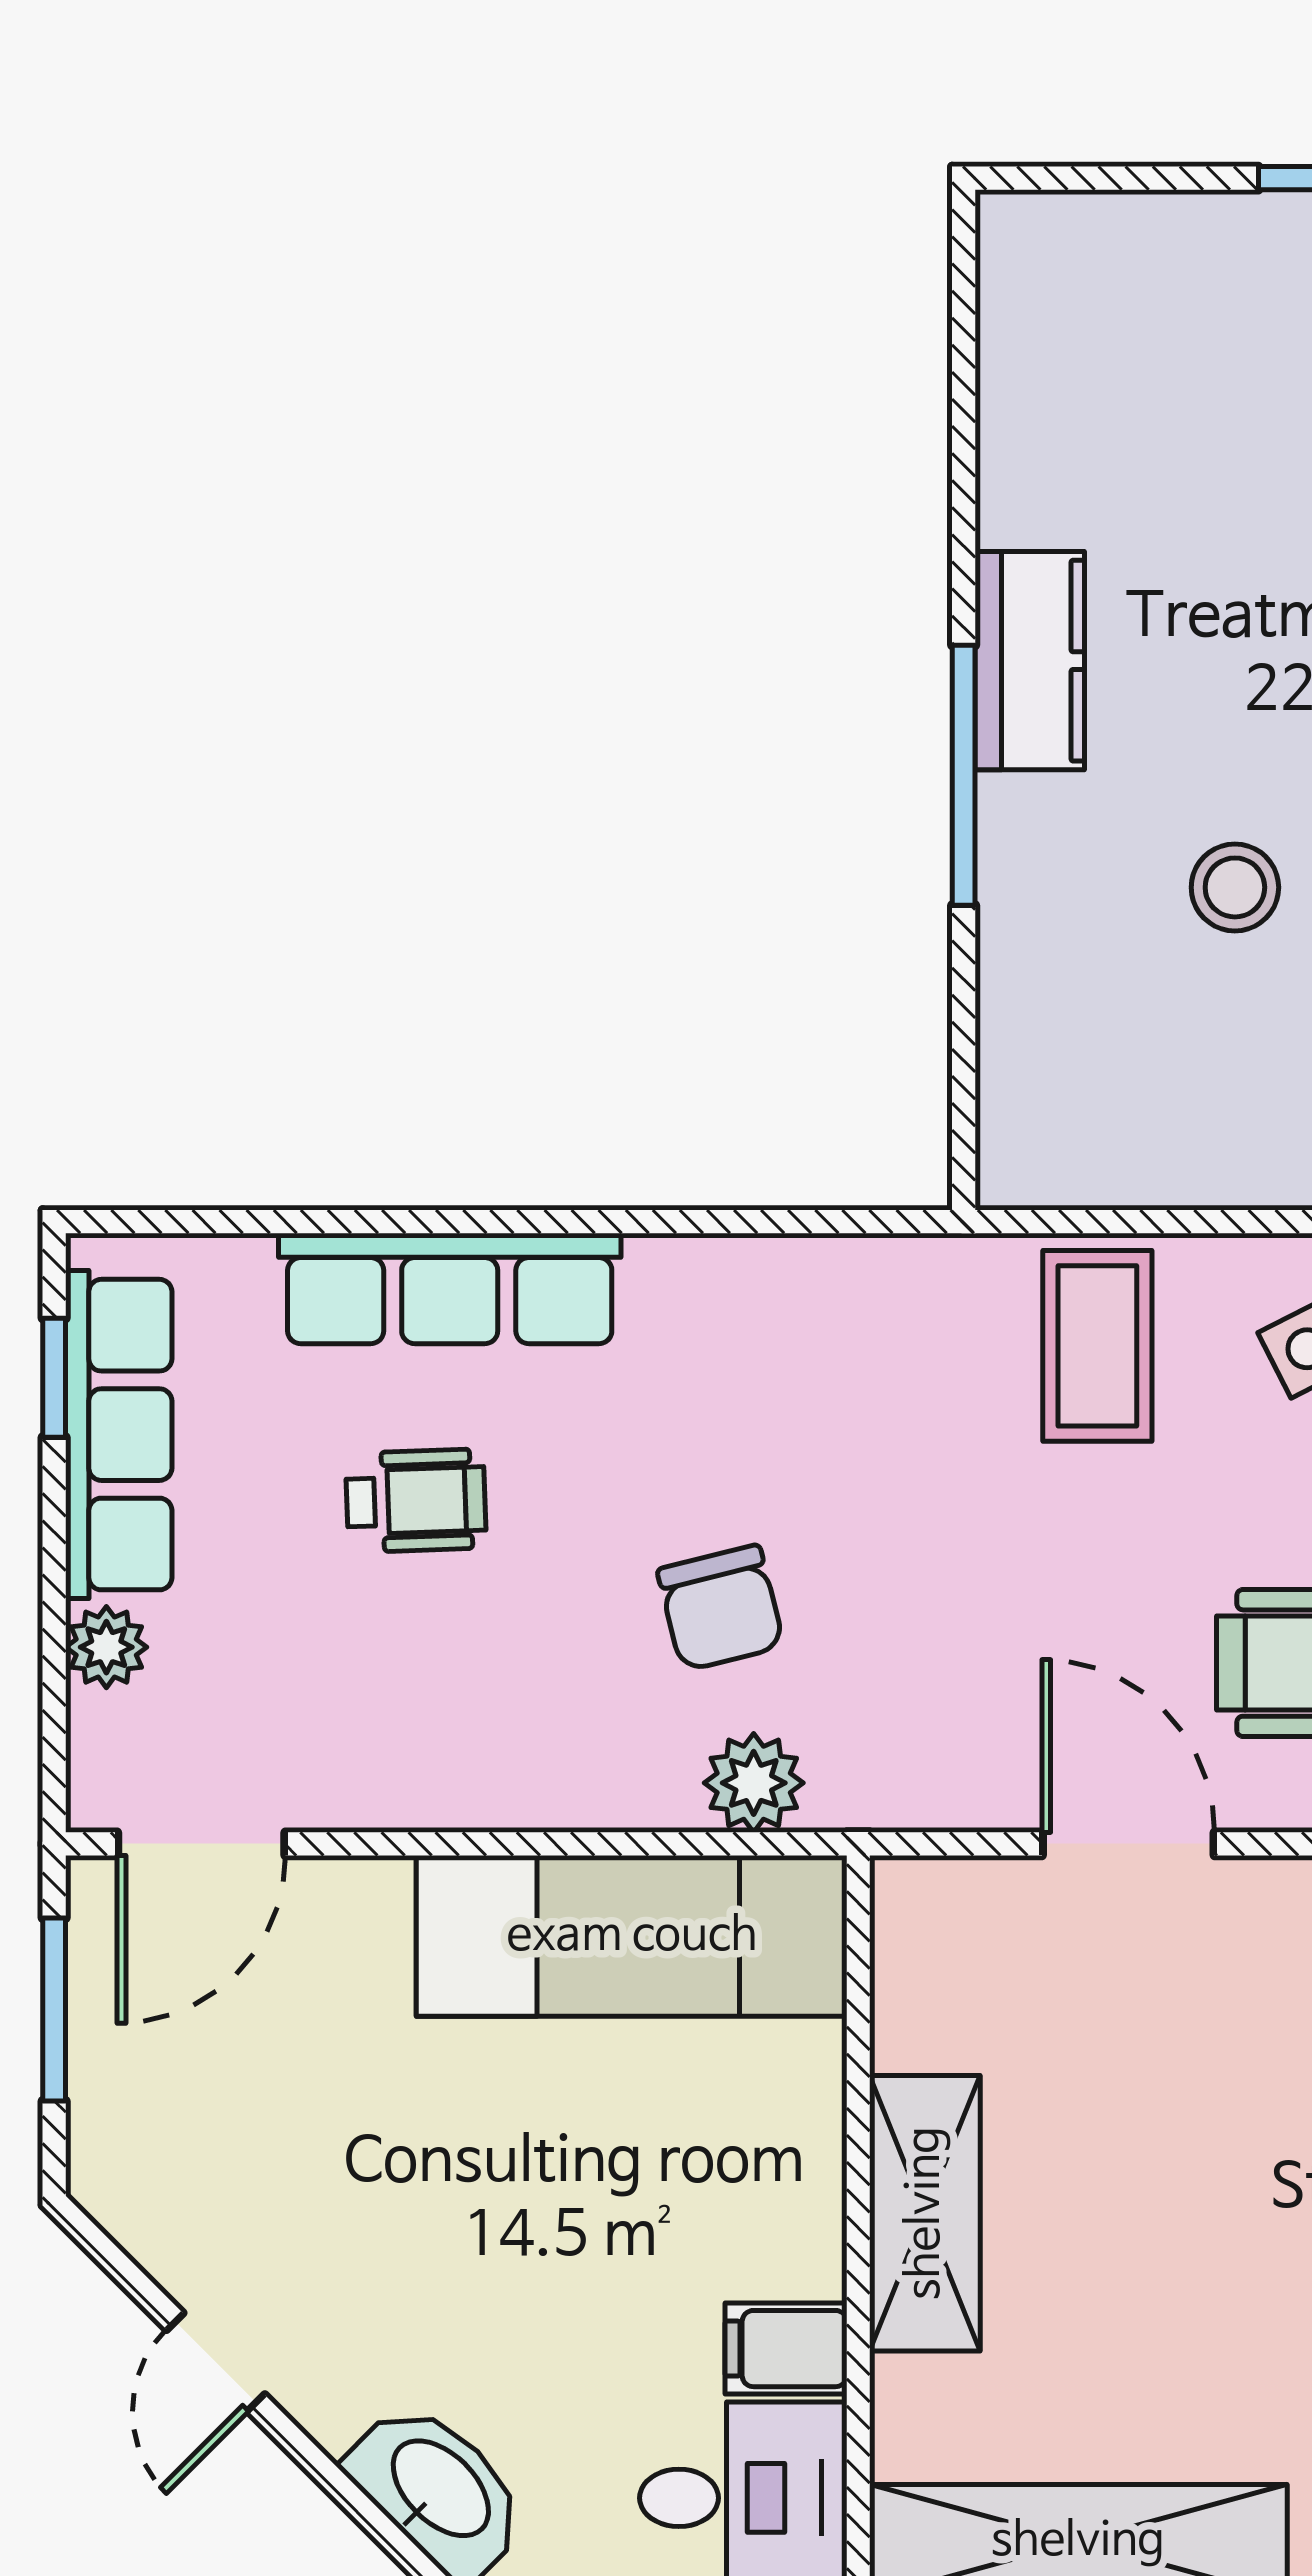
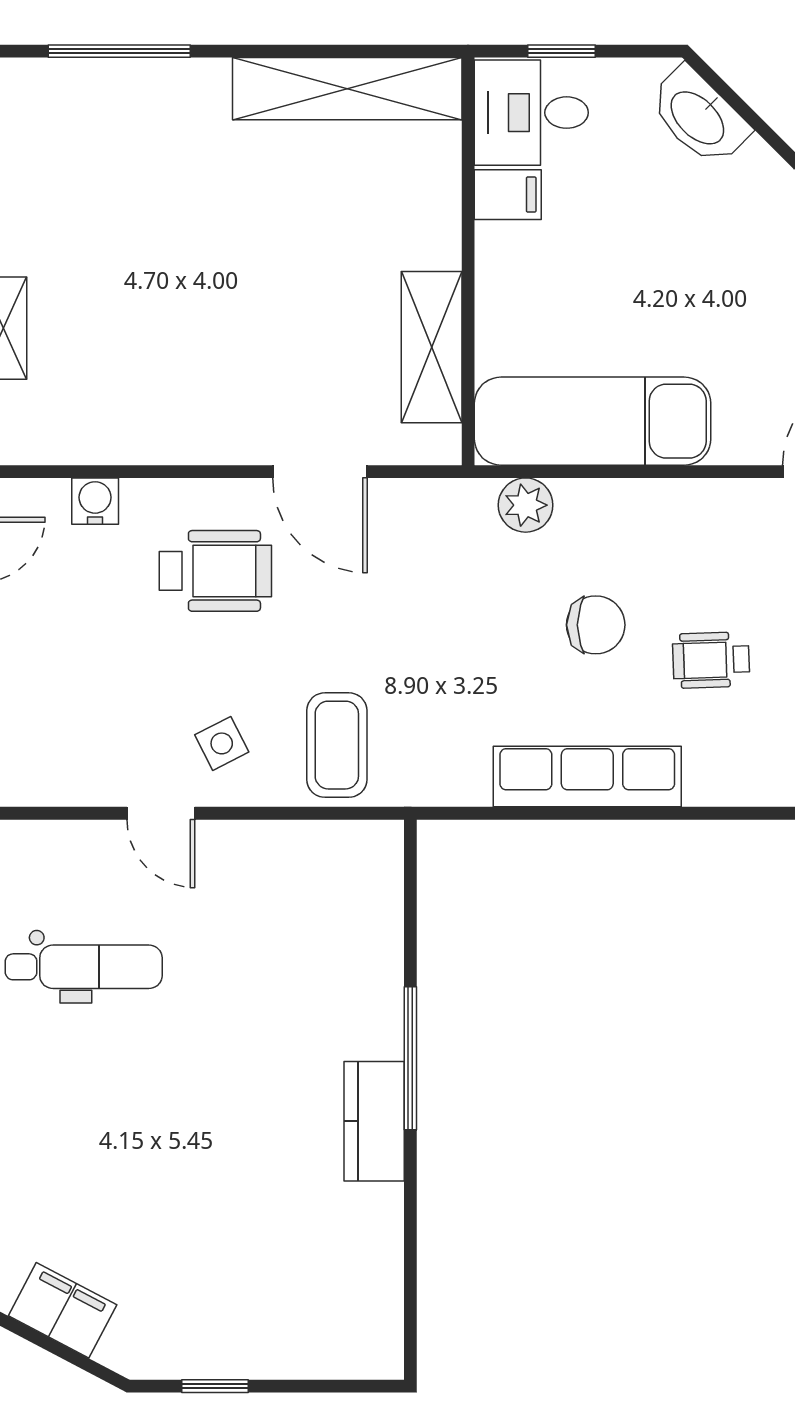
stool: (1235, 887) -> (261, 997), removed
row of seats: (450, 1288) -> (587, 777), moved
chair: (721, 1608) -> (596, 625), moved, turned 104
shelving: (925, 2213) -> (432, 347), moved

